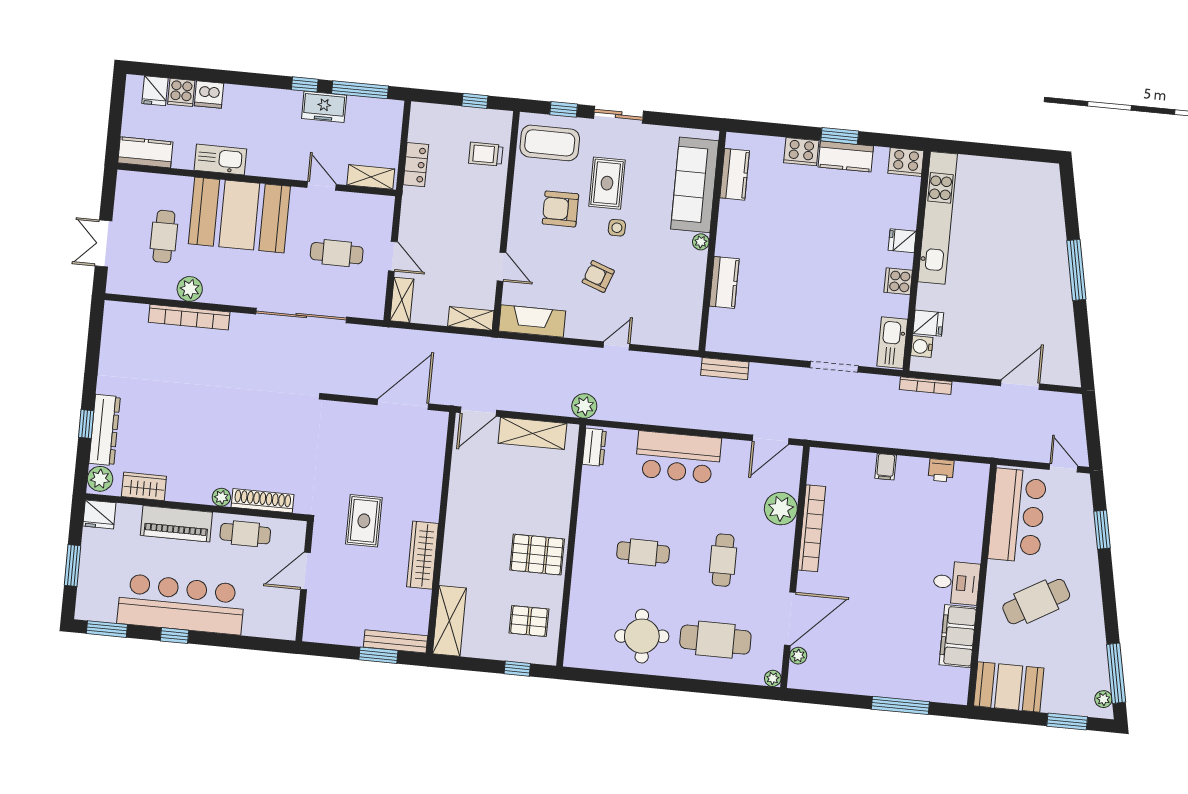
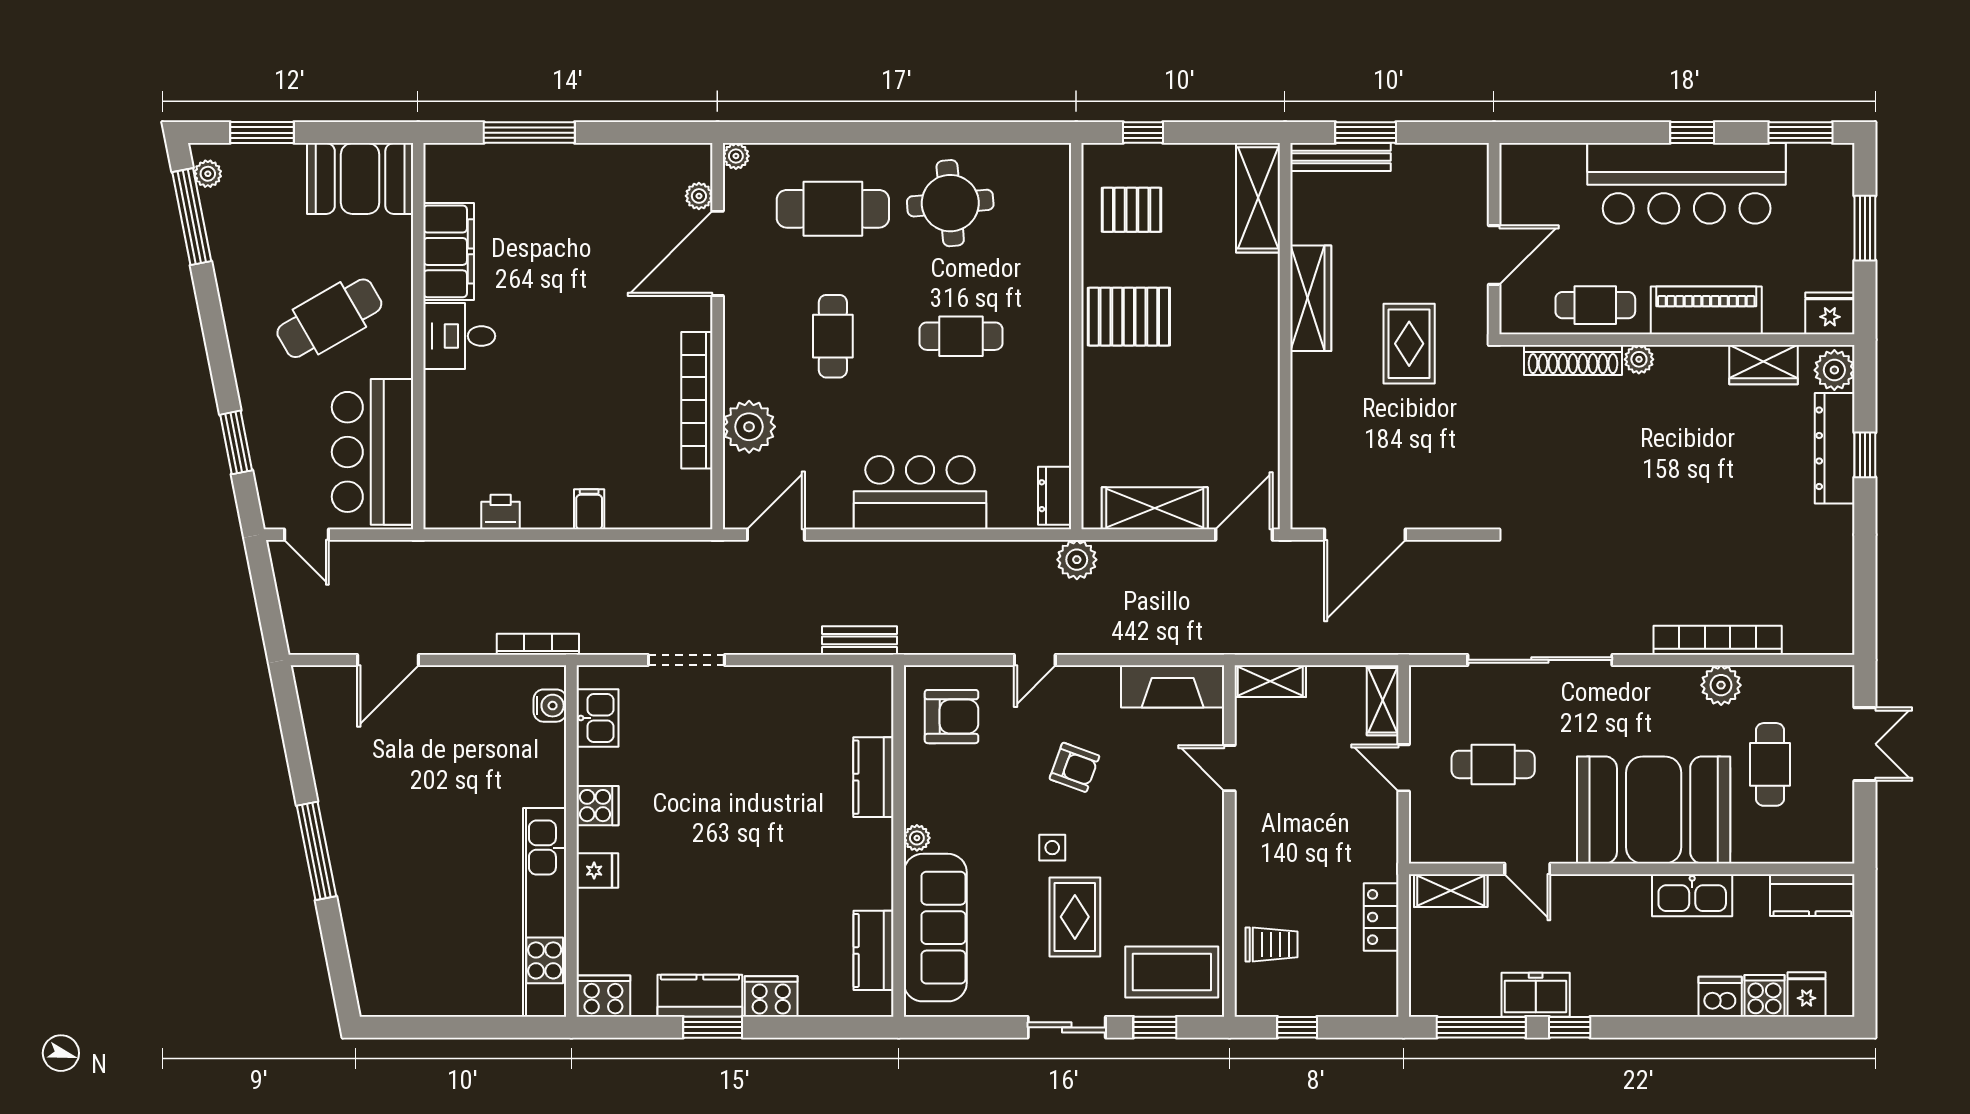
armchair: (560, 209) -> (951, 717), moved
fridge: (928, 323) -> (543, 744), removed
kitchen sink: (892, 343) -> (598, 718), width x0.73

